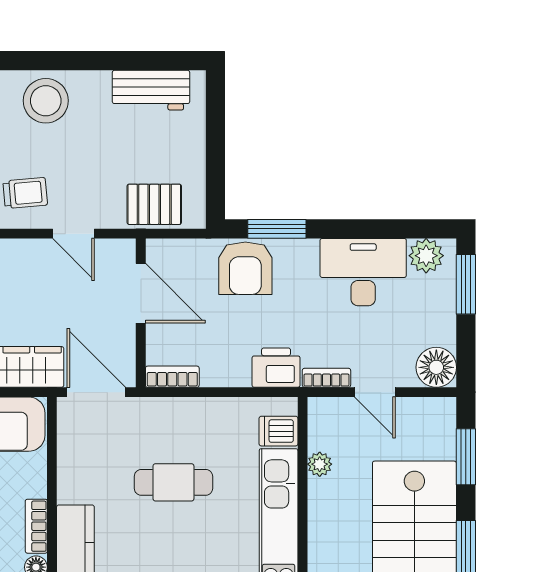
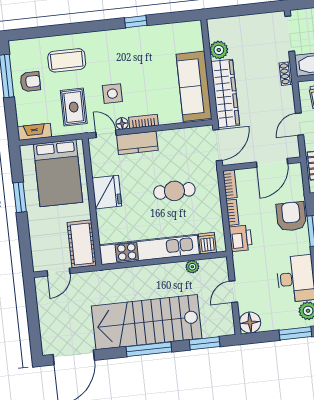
armchair: (245, 268) -> (291, 216), turned 90
bookcase: (326, 378) -> (232, 212), moved
cafe table: (173, 482) -> (174, 191), turned 90

